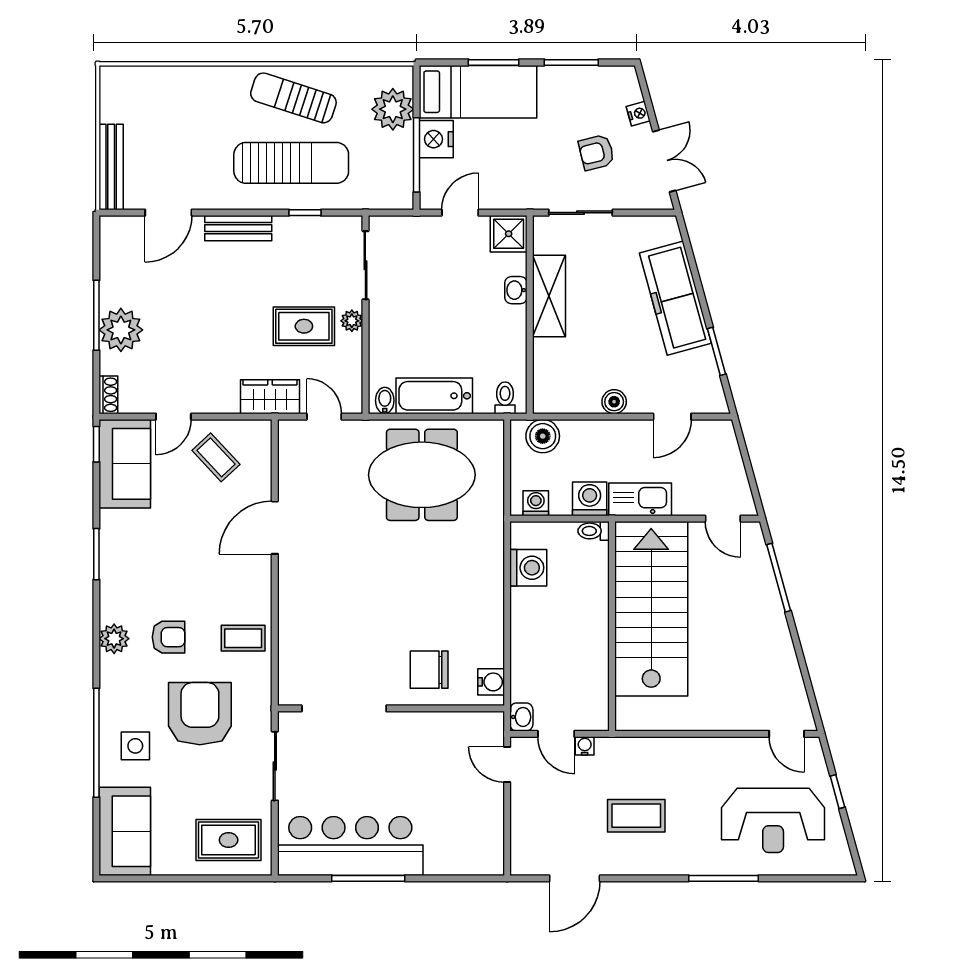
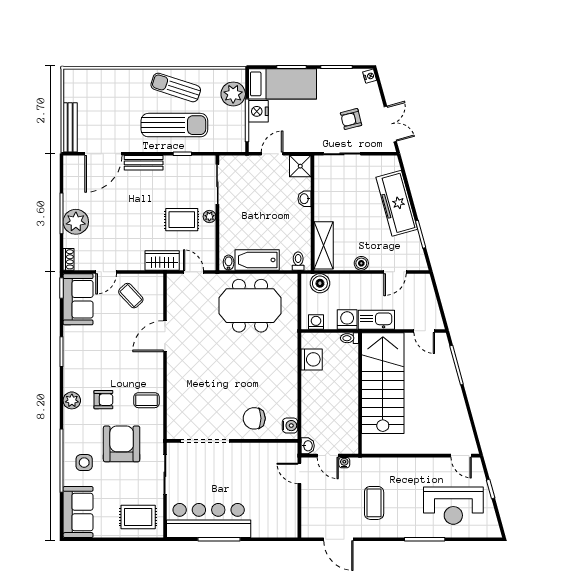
nightstand: (638, 114) -> (370, 76), moved
door: (168, 213) -> (103, 154), width x1.36
shelving: (549, 296) -> (324, 245), moved
coffee table: (636, 816) -> (374, 503), turned 90
door: (575, 878) -> (338, 539), hinge flipped

